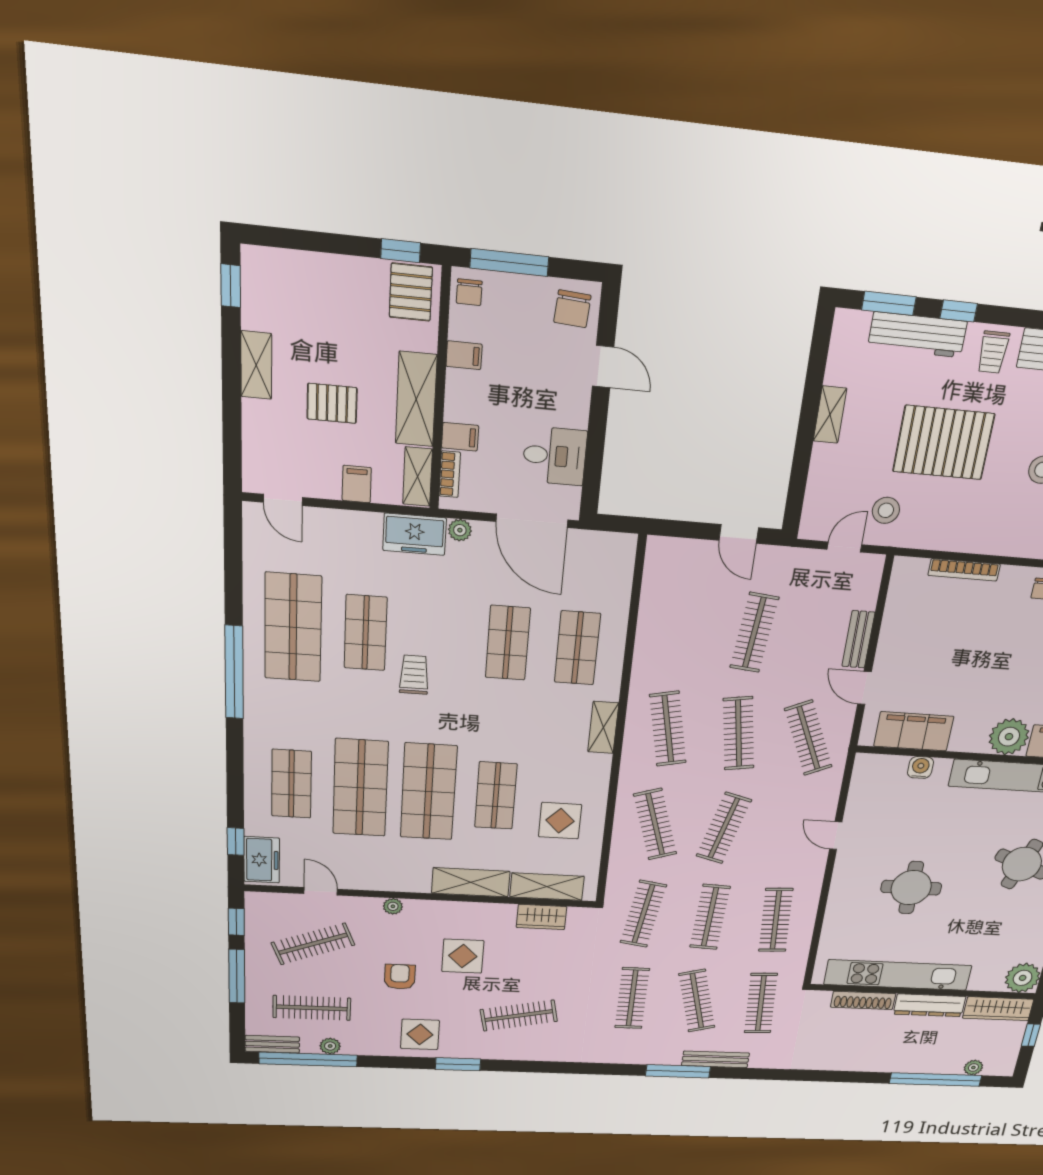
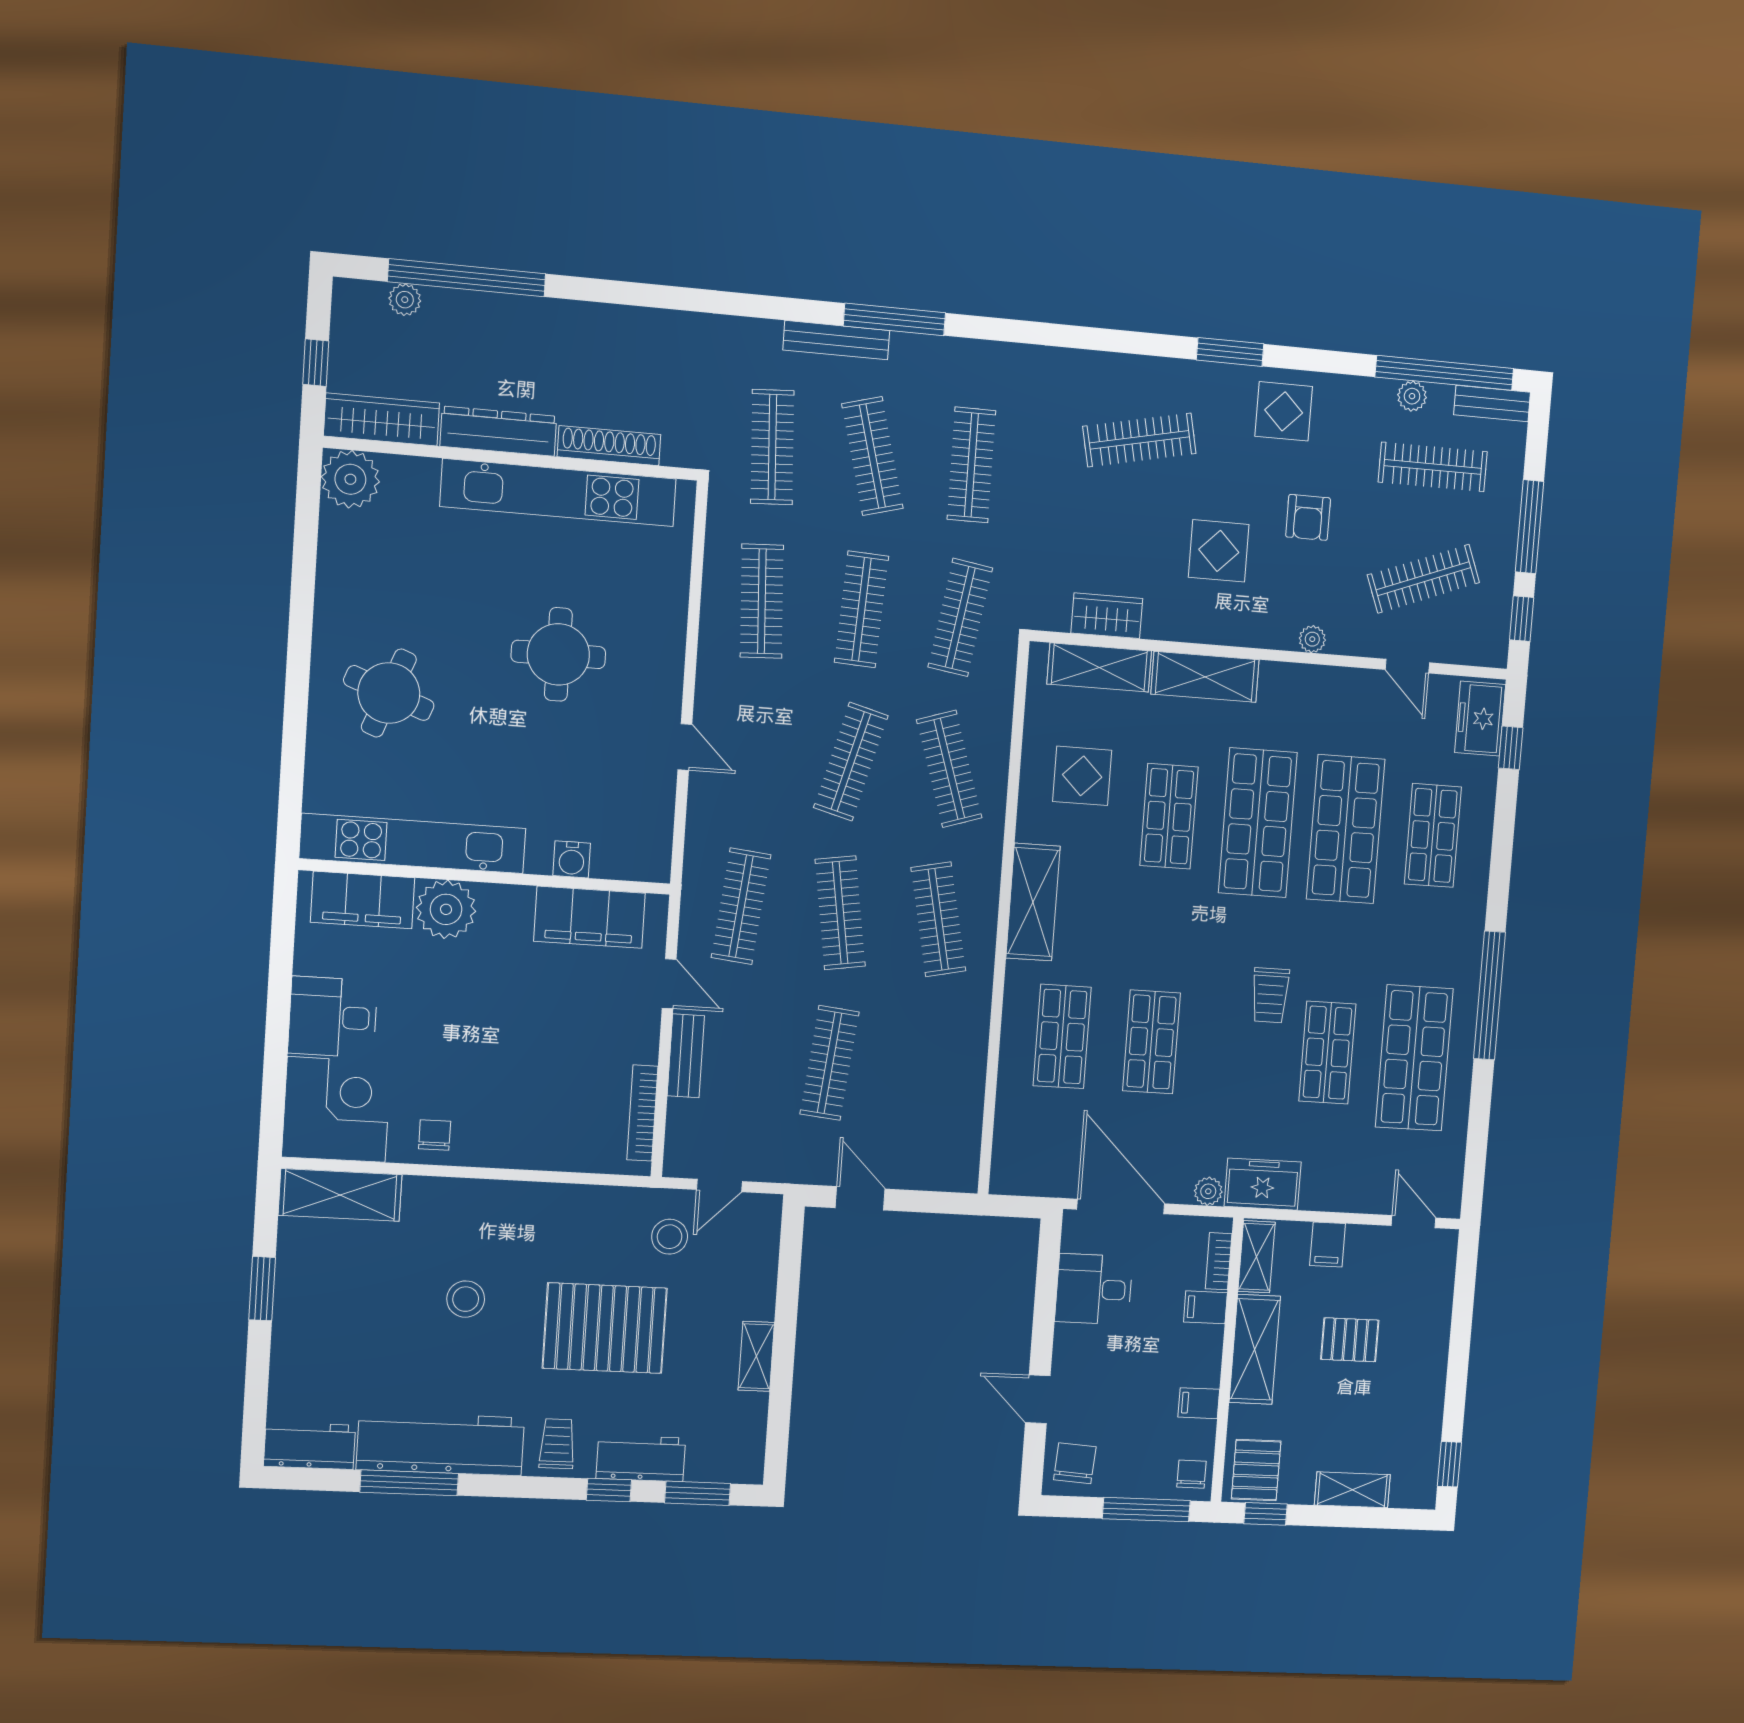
workbench: (917, 335) -> (641, 1458), width x0.73
shelving: (256, 365) -> (1352, 1490), moved, turned 90
bookcase: (964, 570) -> (642, 1113), moved, turned -90
shelving: (603, 727) -> (1033, 902), width x1.50, depth x1.33
clothes rail: (808, 738) -> (741, 906), turned 30

